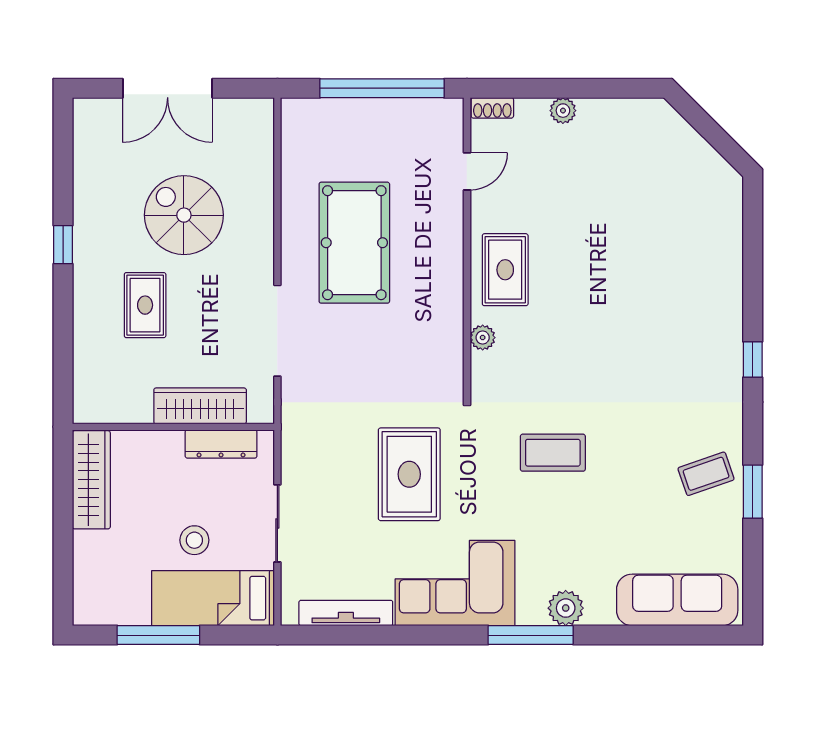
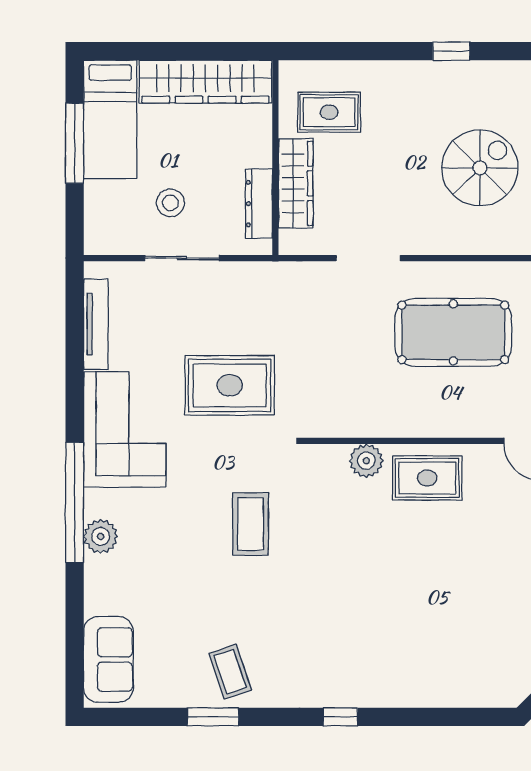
rug: (145, 305) -> (329, 112), moved
doorway: (277, 331) -> (368, 258), width x0.73
plant: (483, 338) -> (366, 461), width x1.38, depth x1.38
wardrobe: (91, 480) -> (205, 82), width x1.40, depth x1.17
stool: (194, 540) -> (170, 203), moved
bed: (213, 598) -> (110, 119), moved, turned 180
sofa: (677, 600) -> (108, 659), width x0.73
window: (531, 635) -> (75, 503), width x1.46

